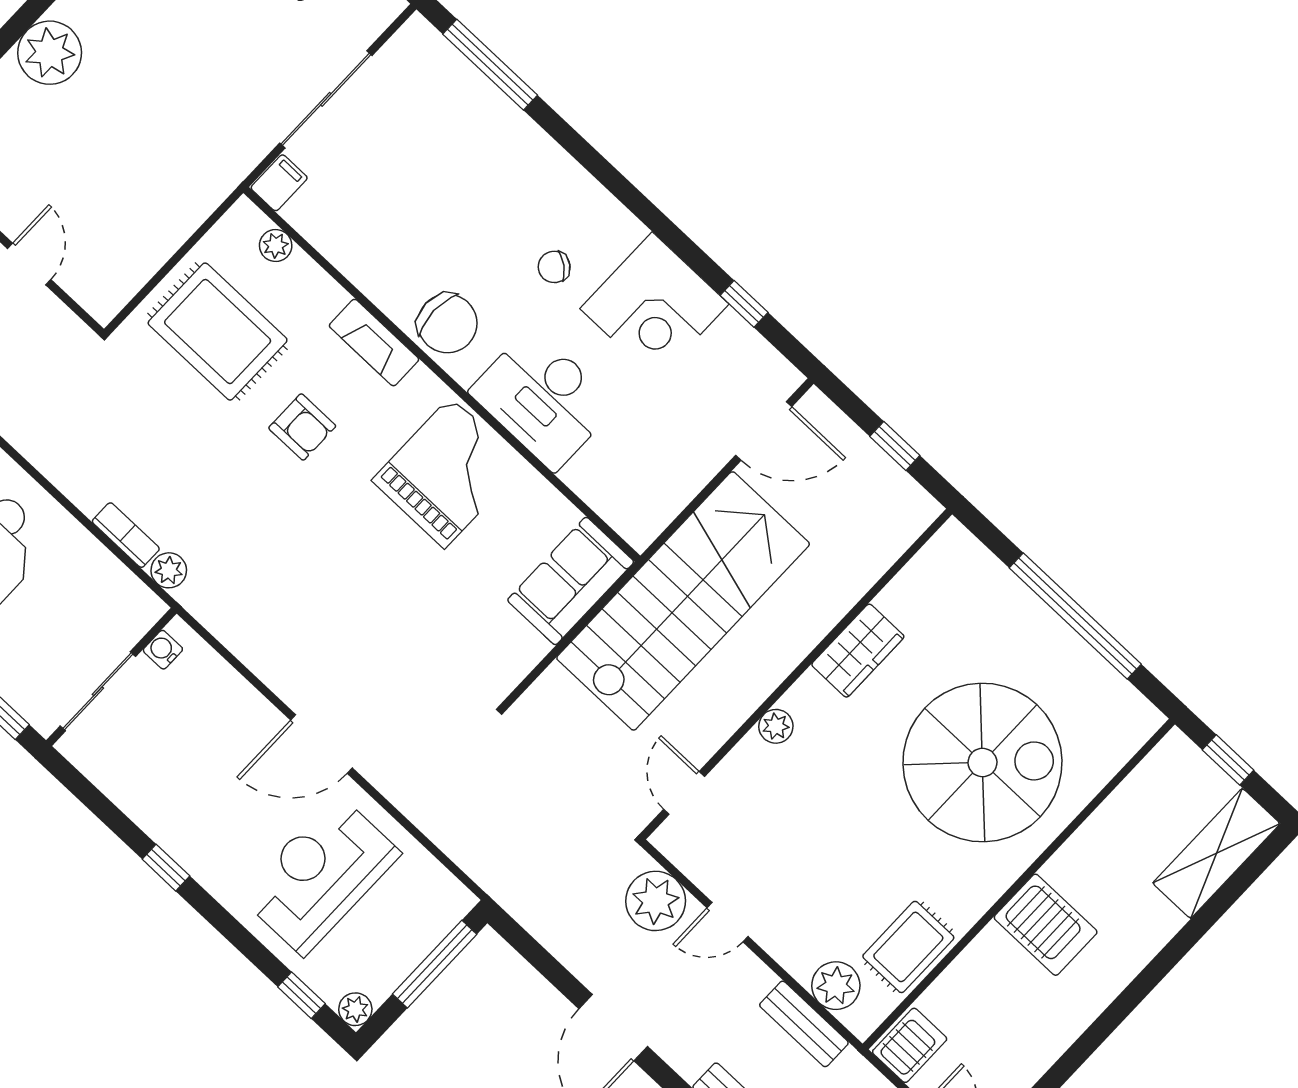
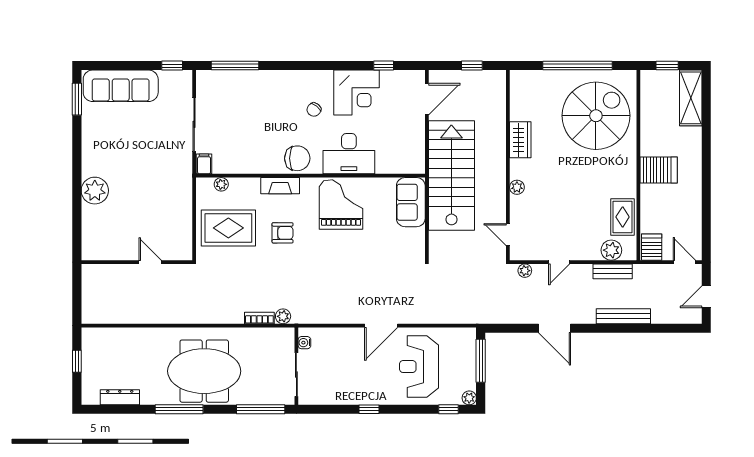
spiral stairs: (982, 762) -> (596, 116), moved
plant: (656, 901) -> (525, 271), width x0.53, depth x0.53

